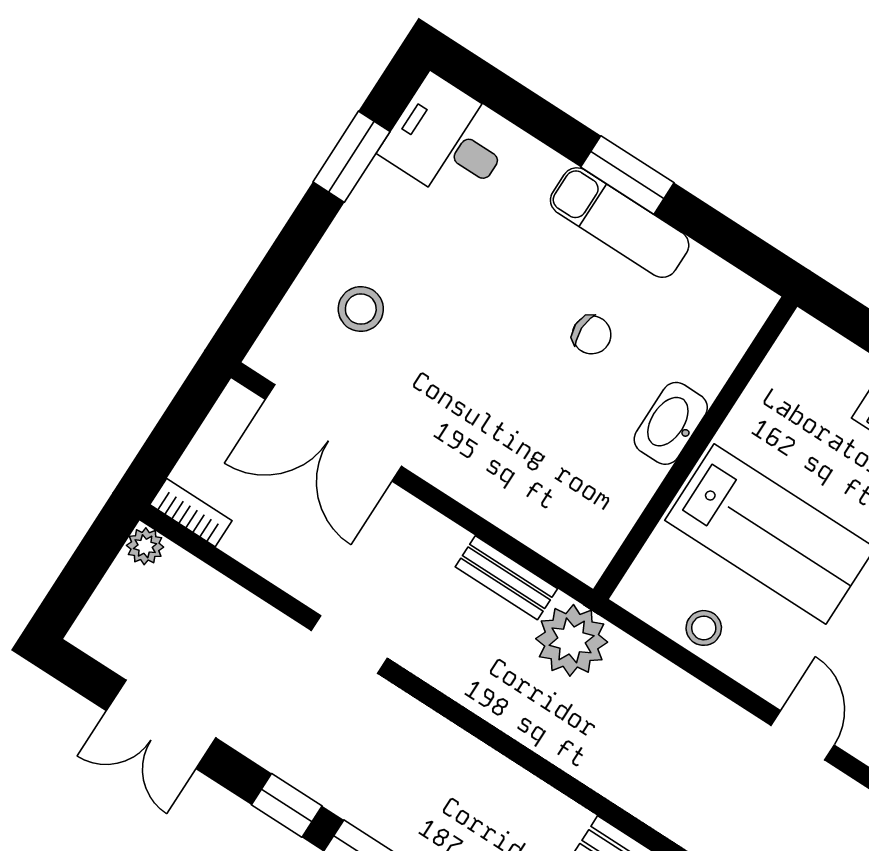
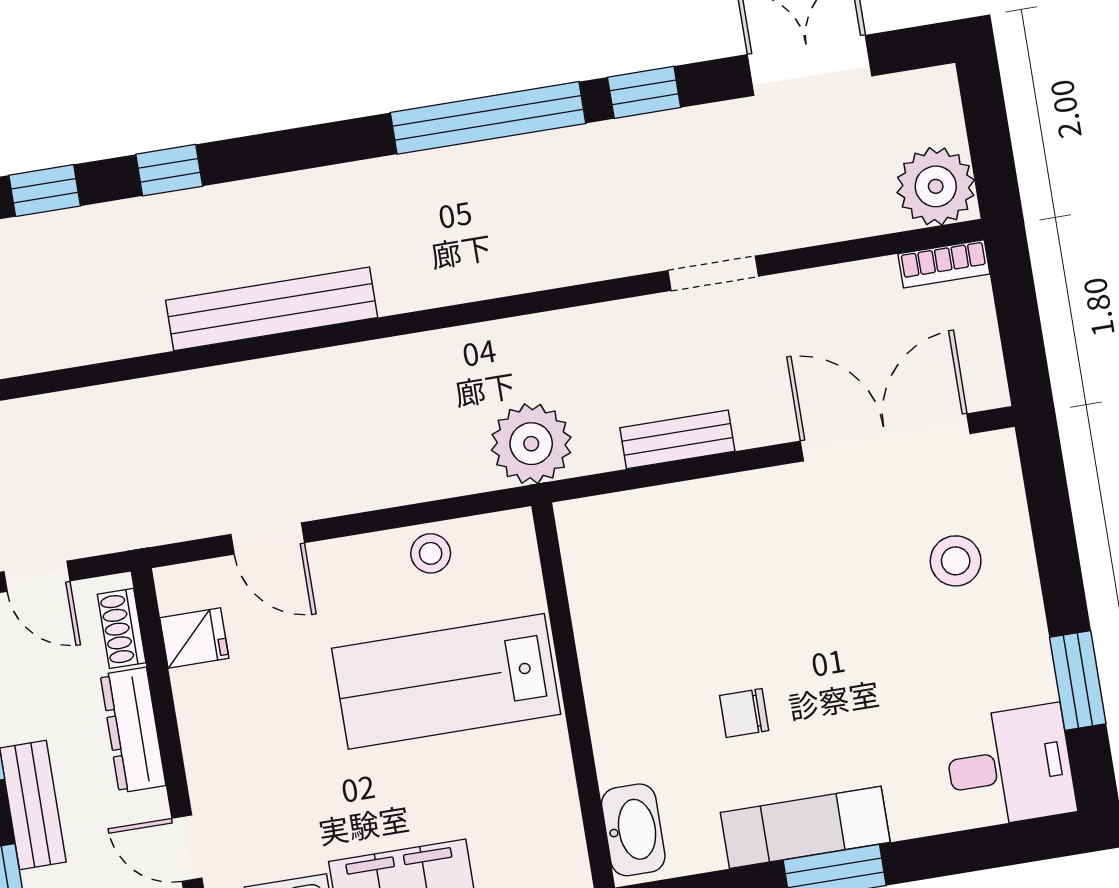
washbasin: (671, 423) -> (633, 830), moved
plant: (145, 546) -> (936, 186), width x1.88, depth x1.88
bench: (506, 578) -> (677, 439), moved

